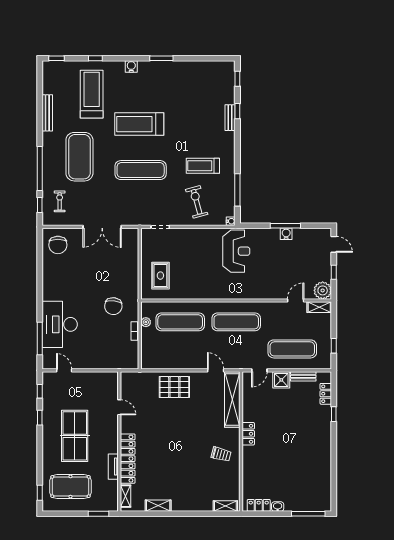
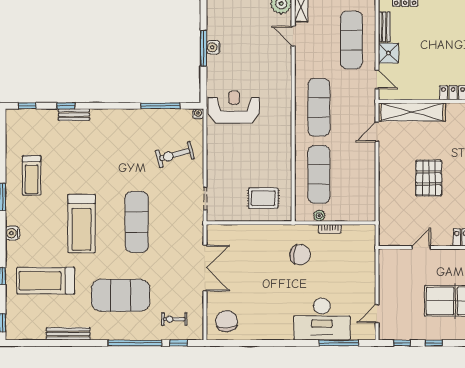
treadmill: (203, 166) -> (32, 175), moved
chair: (58, 245) -> (227, 321), turned -94
pallet: (174, 387) -> (429, 178), moved

